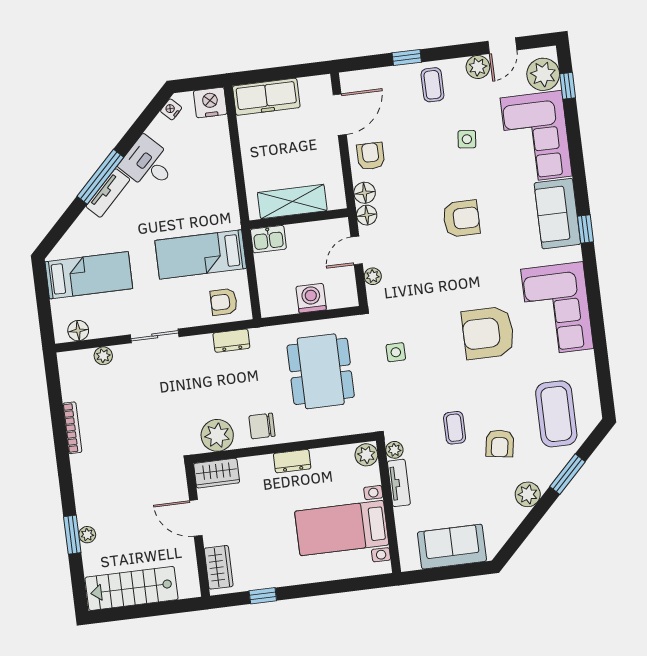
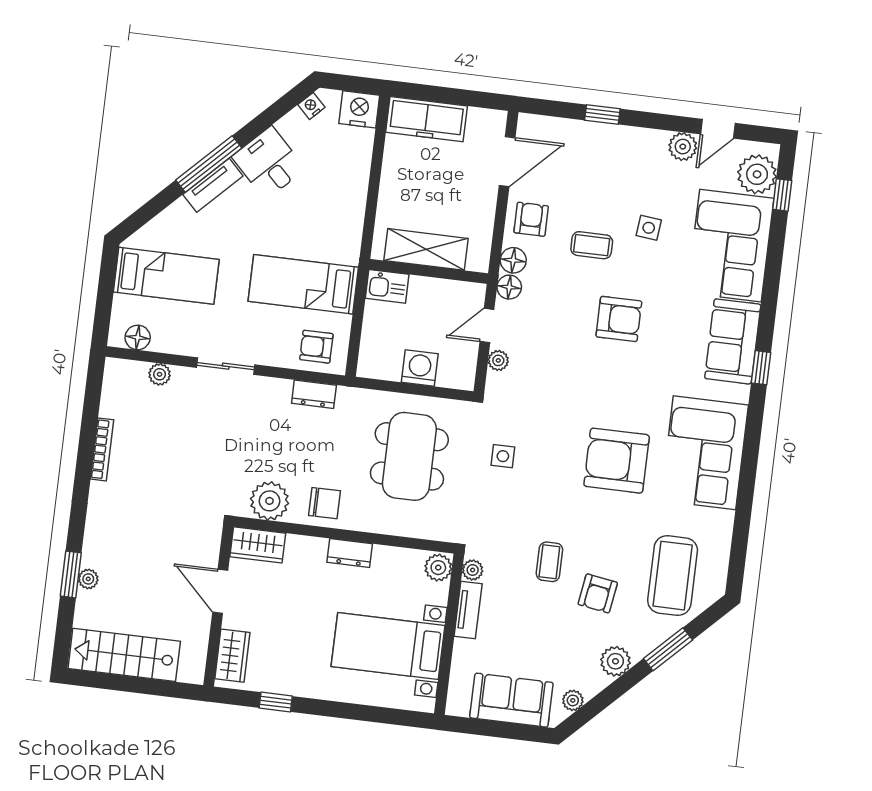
coffee table: (432, 85) -> (592, 245), moved, turned 90
chair: (262, 426) -> (325, 503), turned 180
plant: (501, 534) -> (573, 700), added

